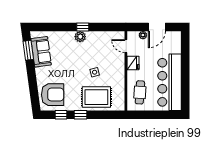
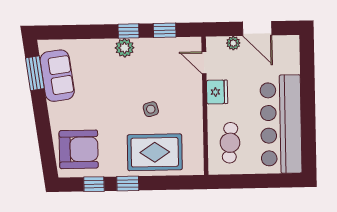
window: (103, 27) -> (165, 30), added
door: (157, 27) -> (257, 29), hinge flipped

